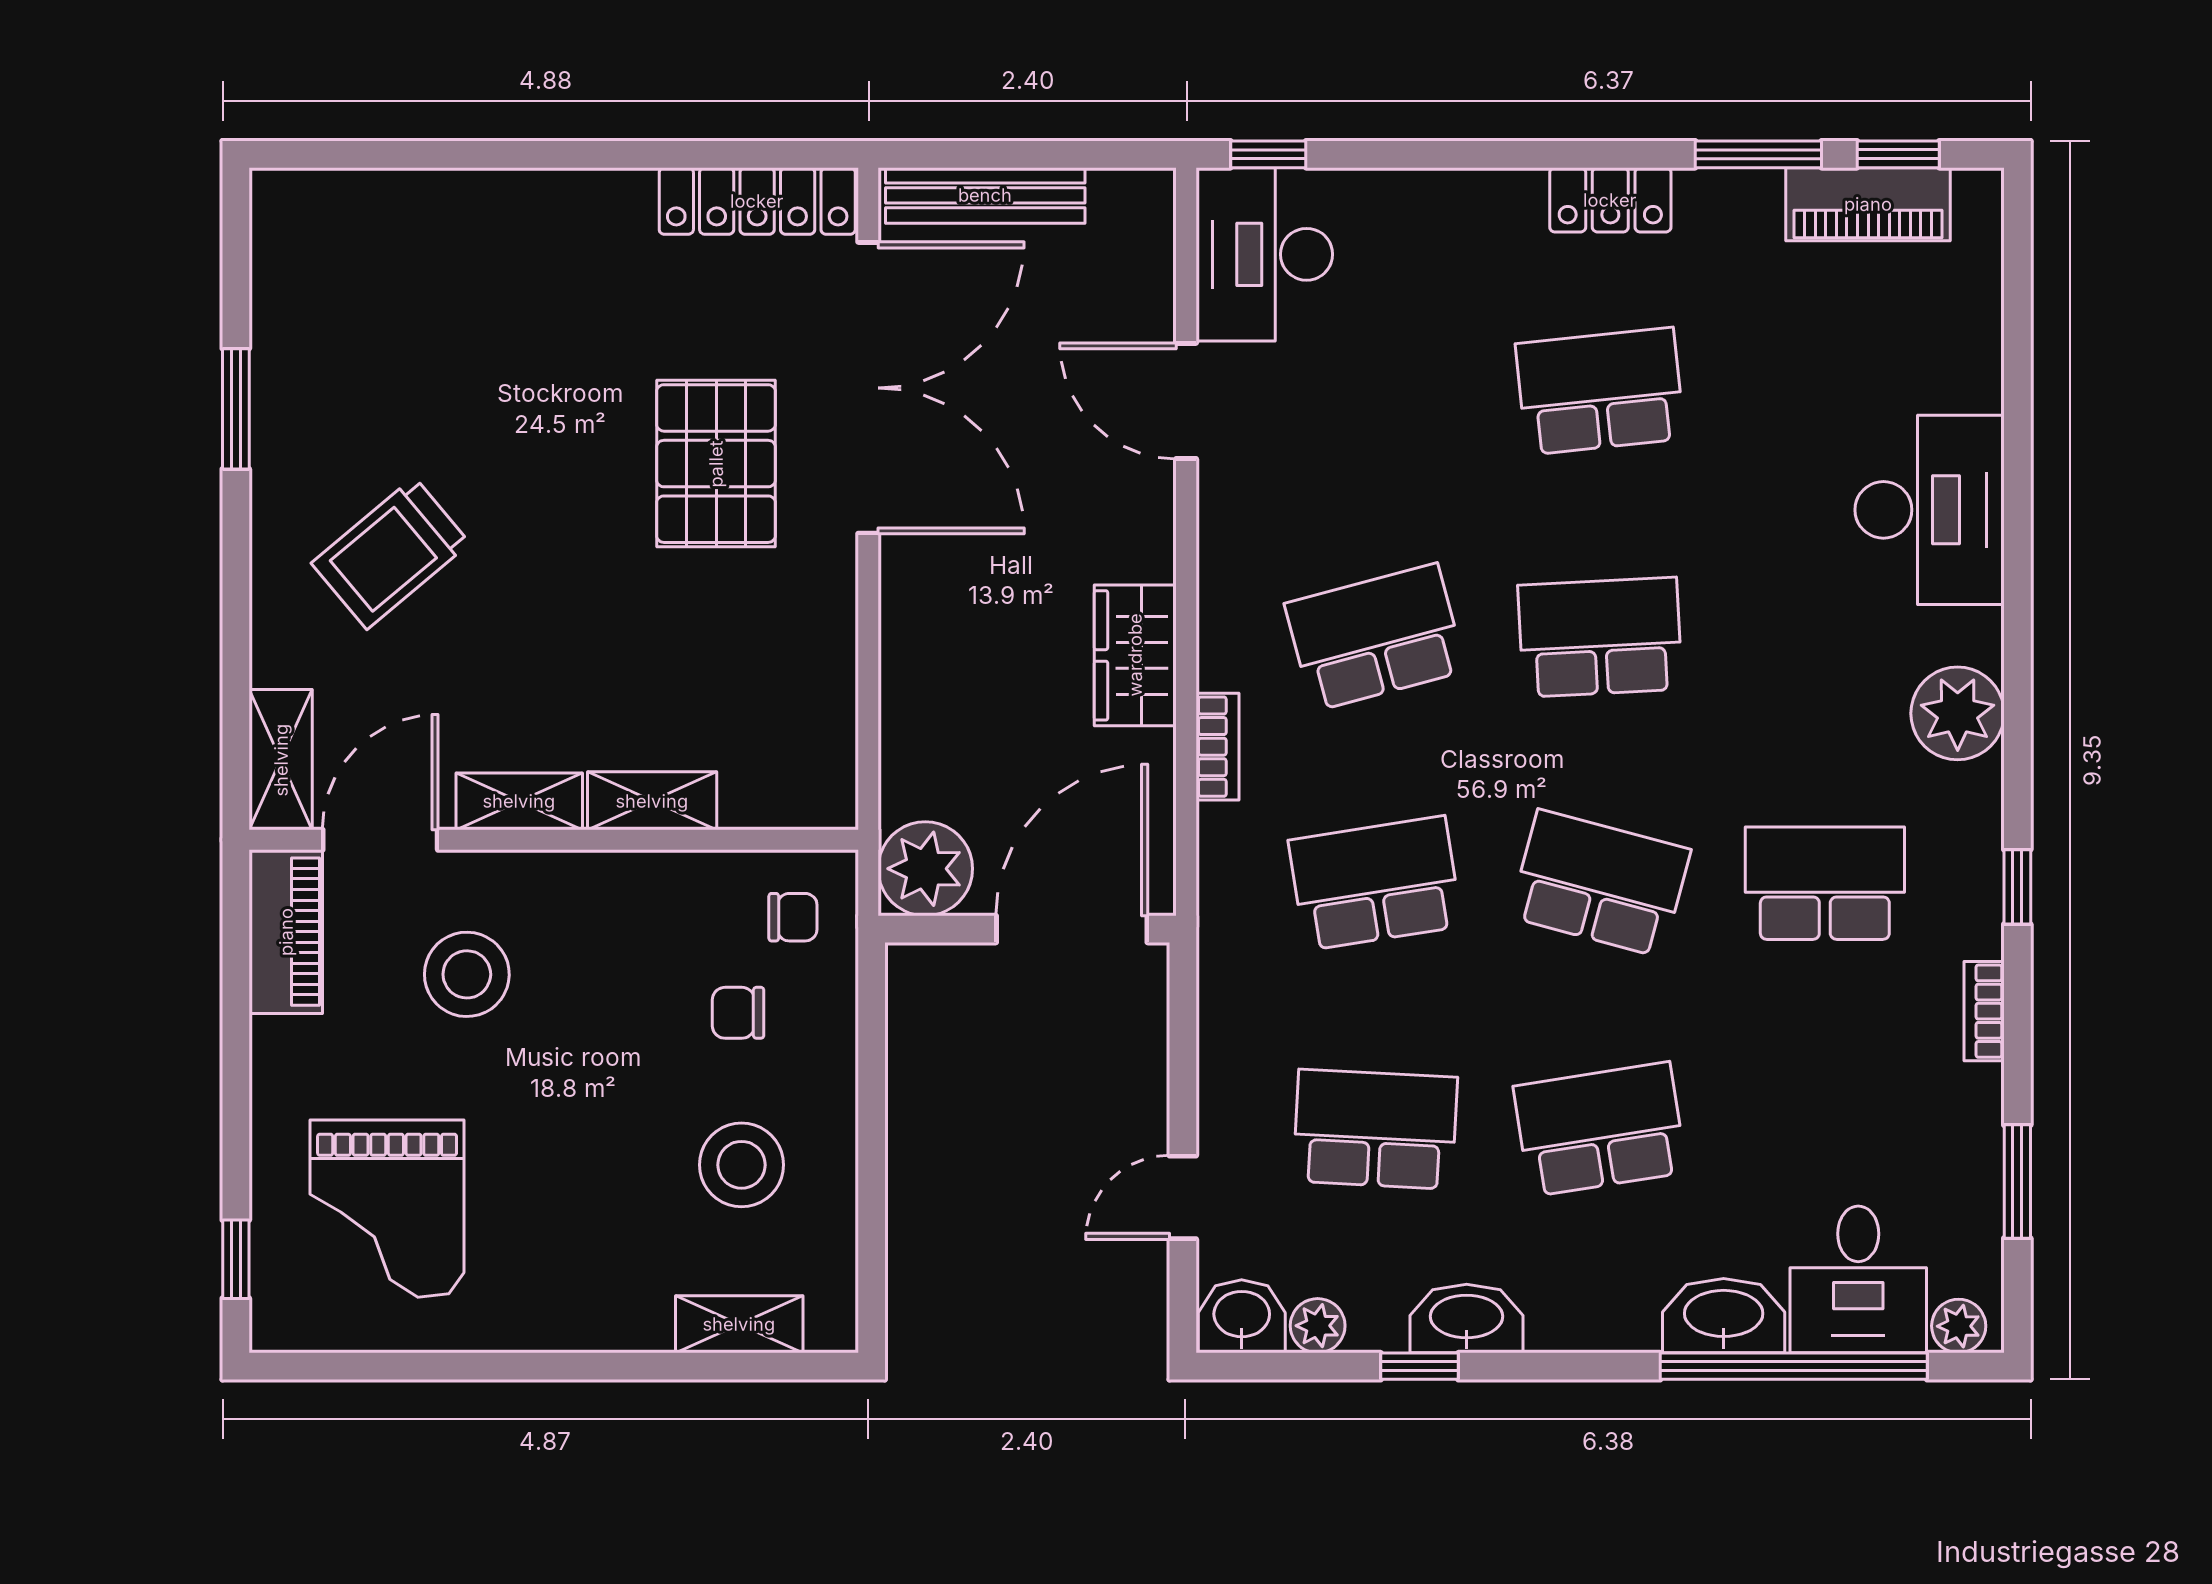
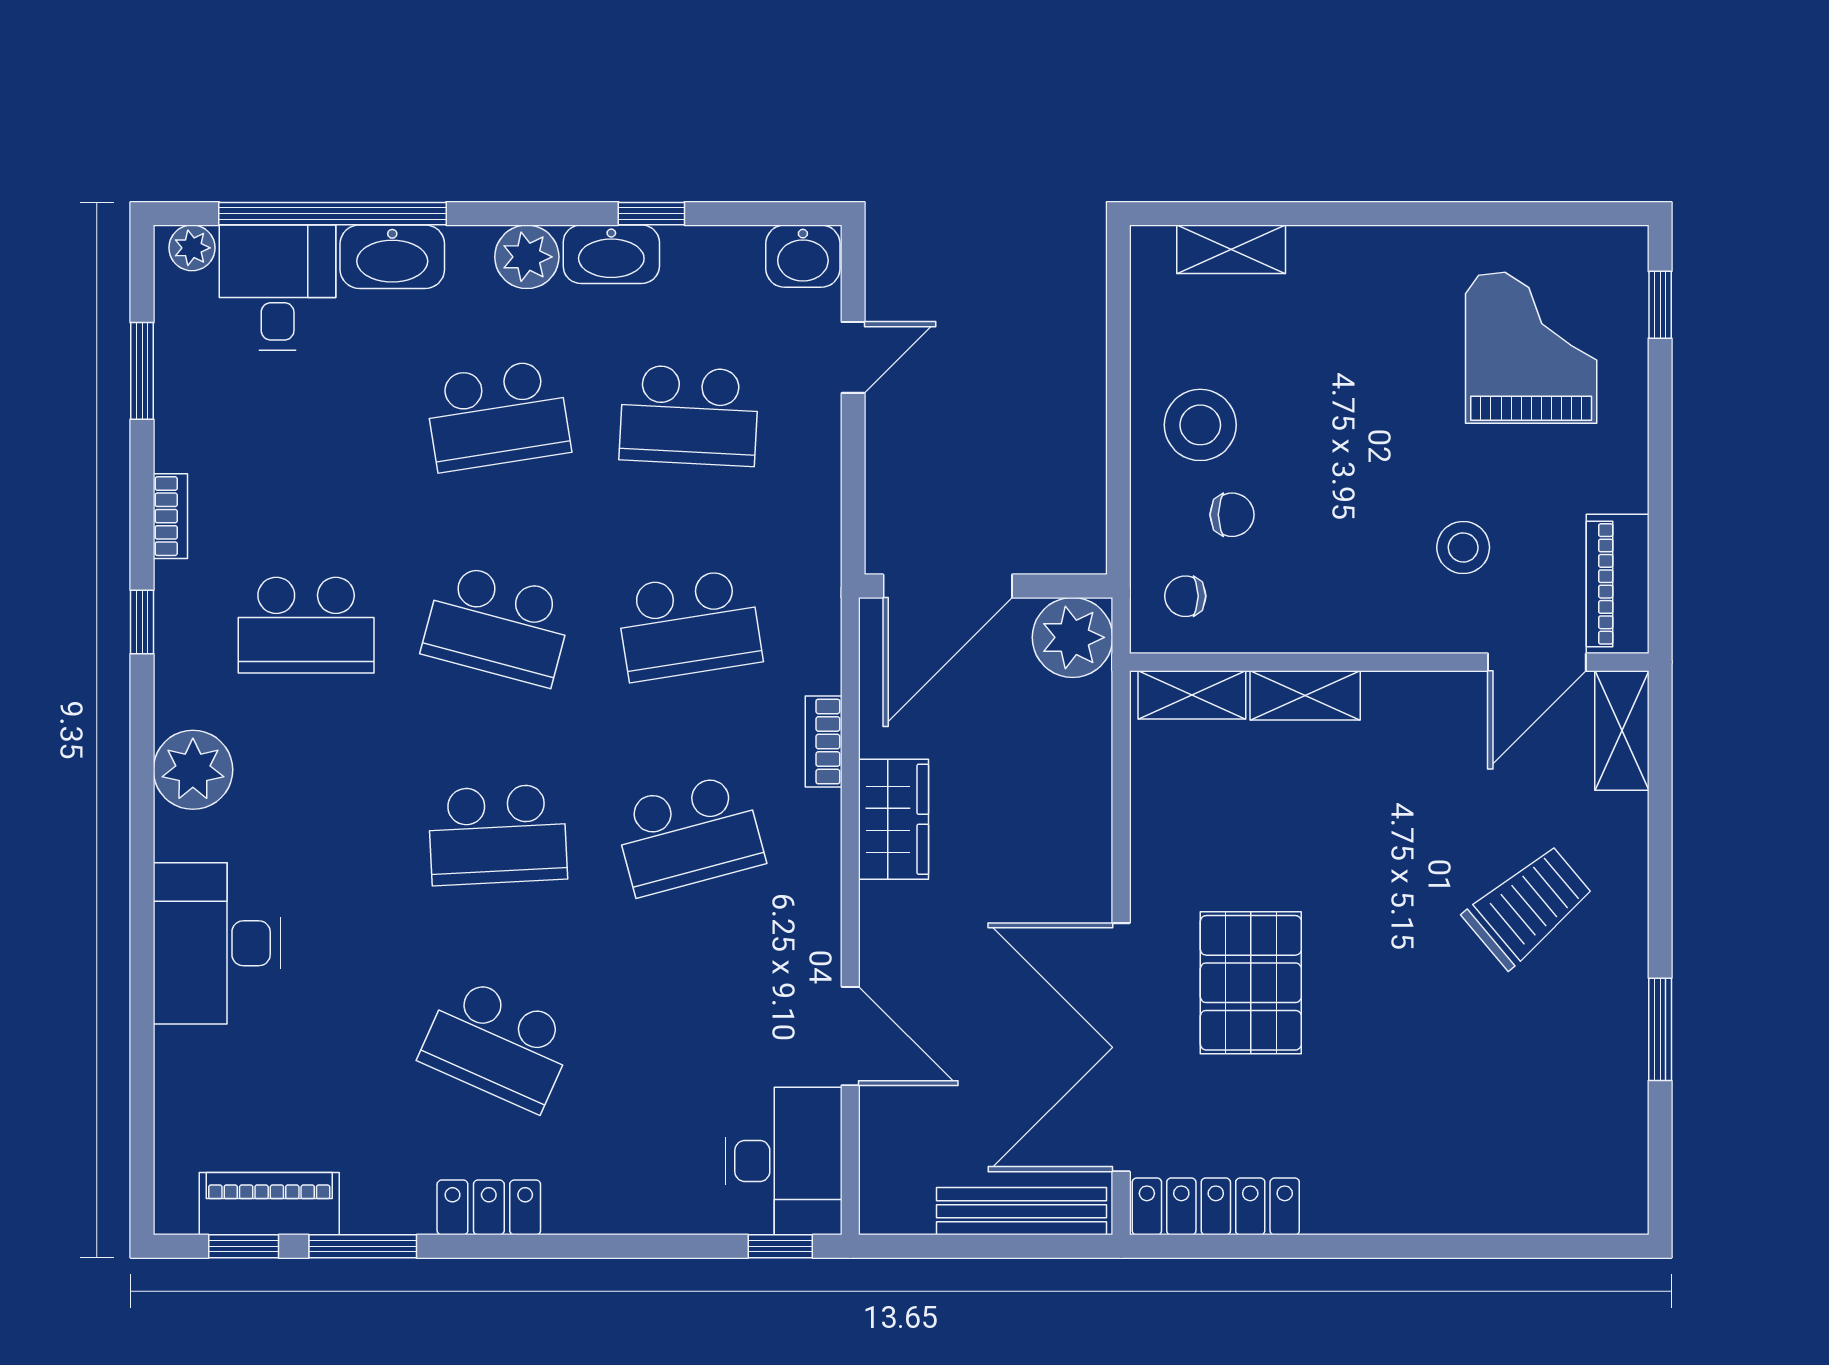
school desk: (1600, 391) -> (498, 1044), turned 30
shelving: (519, 801) -> (1192, 695), moved
stool: (467, 974) -> (1463, 547), width x0.73, depth x0.73
stool: (741, 1165) -> (1200, 425), moved
plant: (1318, 1326) -> (527, 257), moved, width x1.38, depth x1.38

